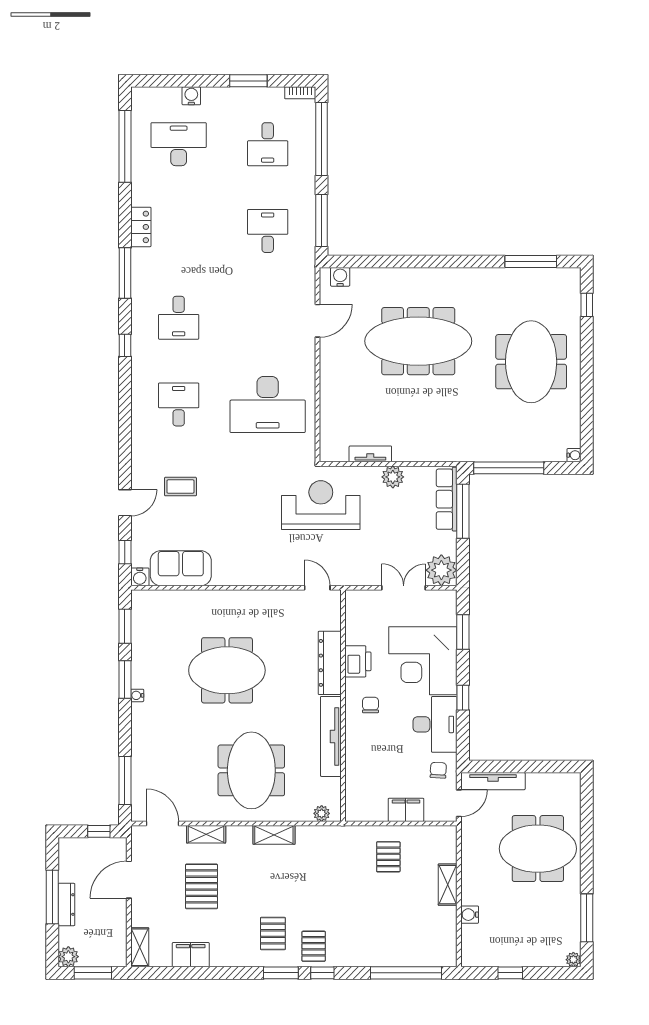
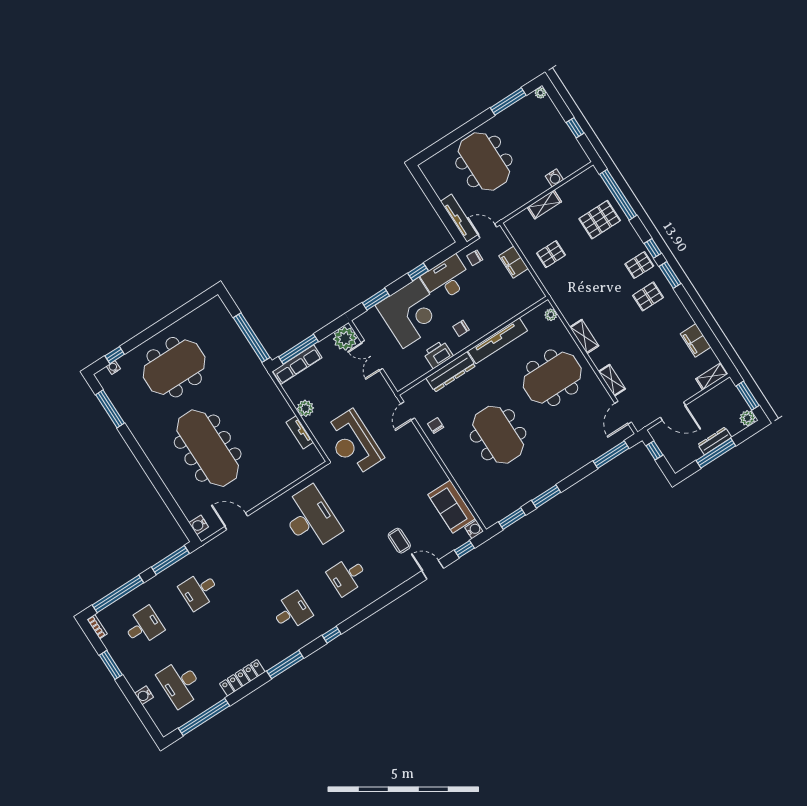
locker: (141, 227) -> (242, 678), width x1.53
water cooler: (574, 455) -> (113, 367), moved
chair: (281, 608) -> (436, 425), added
water cooler: (137, 695) -> (551, 482), removed
pallet: (201, 886) -> (600, 220), moved

